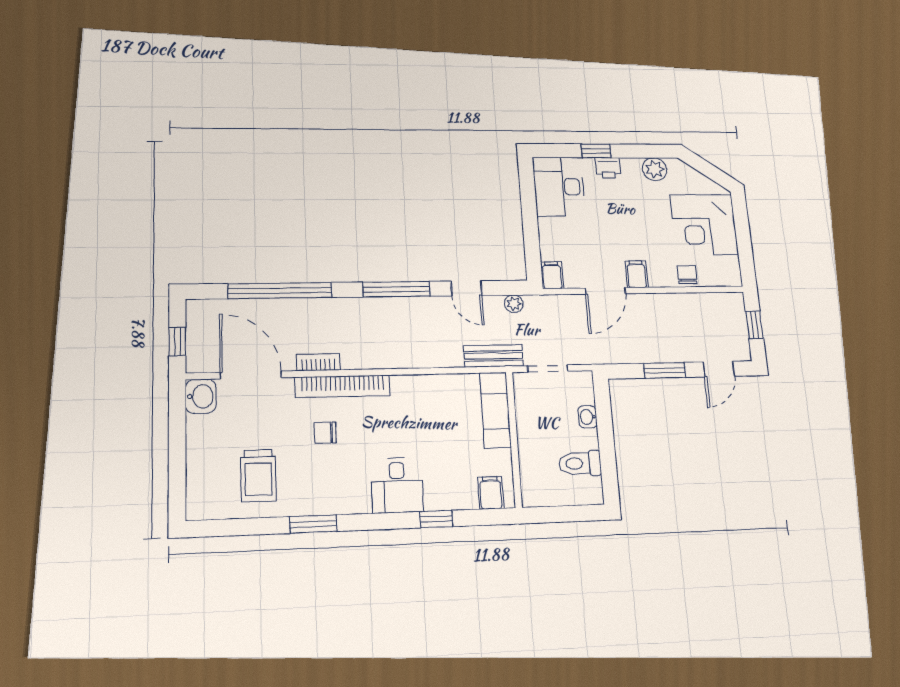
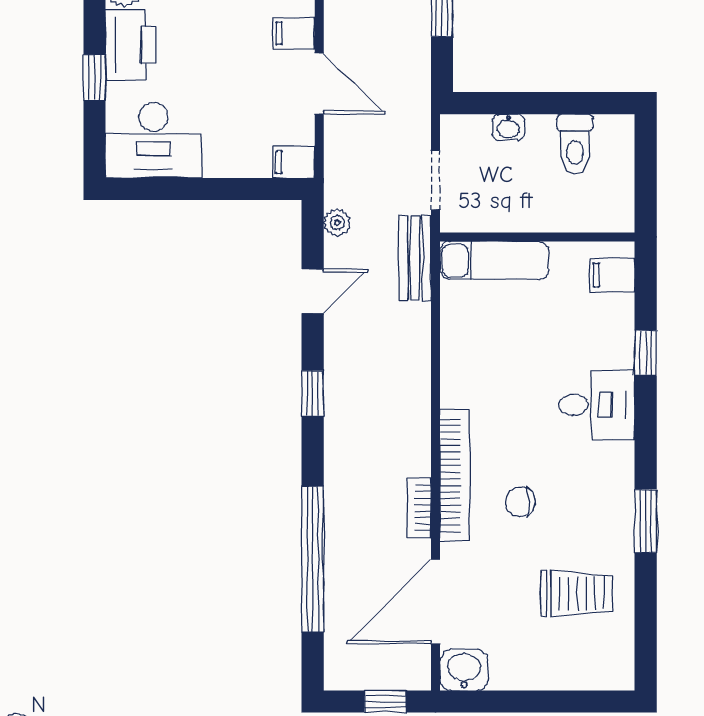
printer: (608, 168) -> (131, 45), width x1.87, depth x1.48
window: (396, 289) -> (313, 393), width x0.46
chair: (325, 433) -> (520, 502), turned 90

